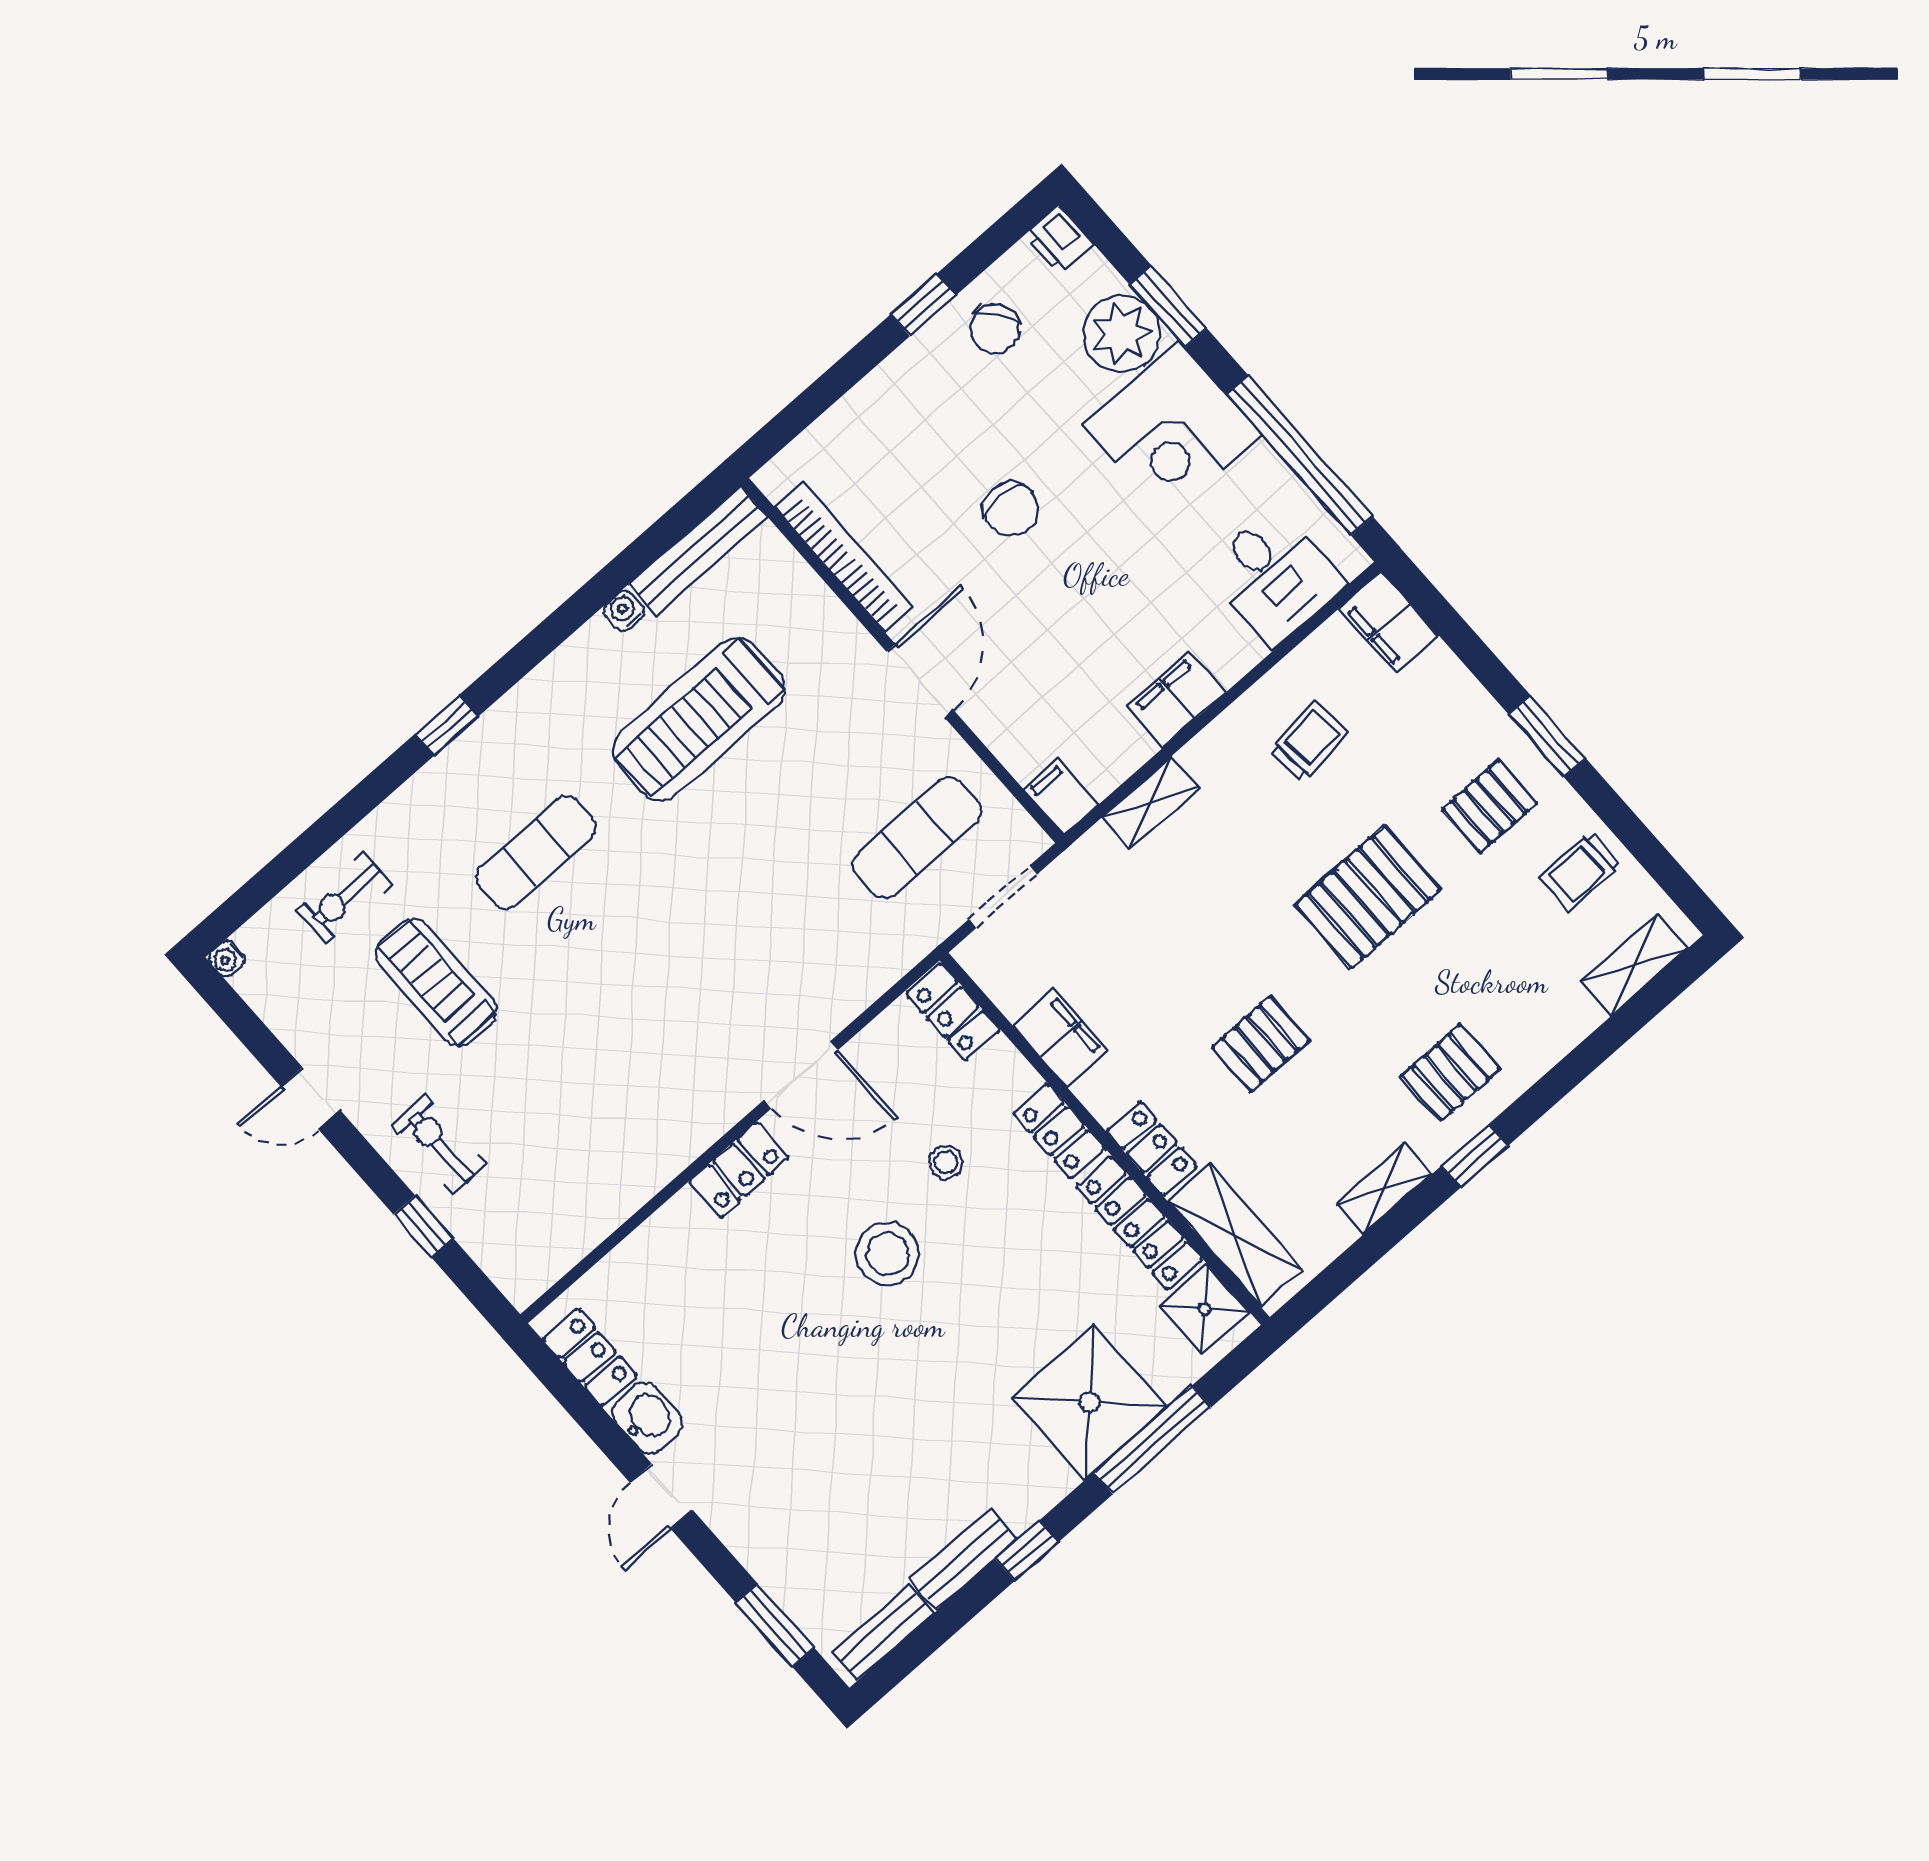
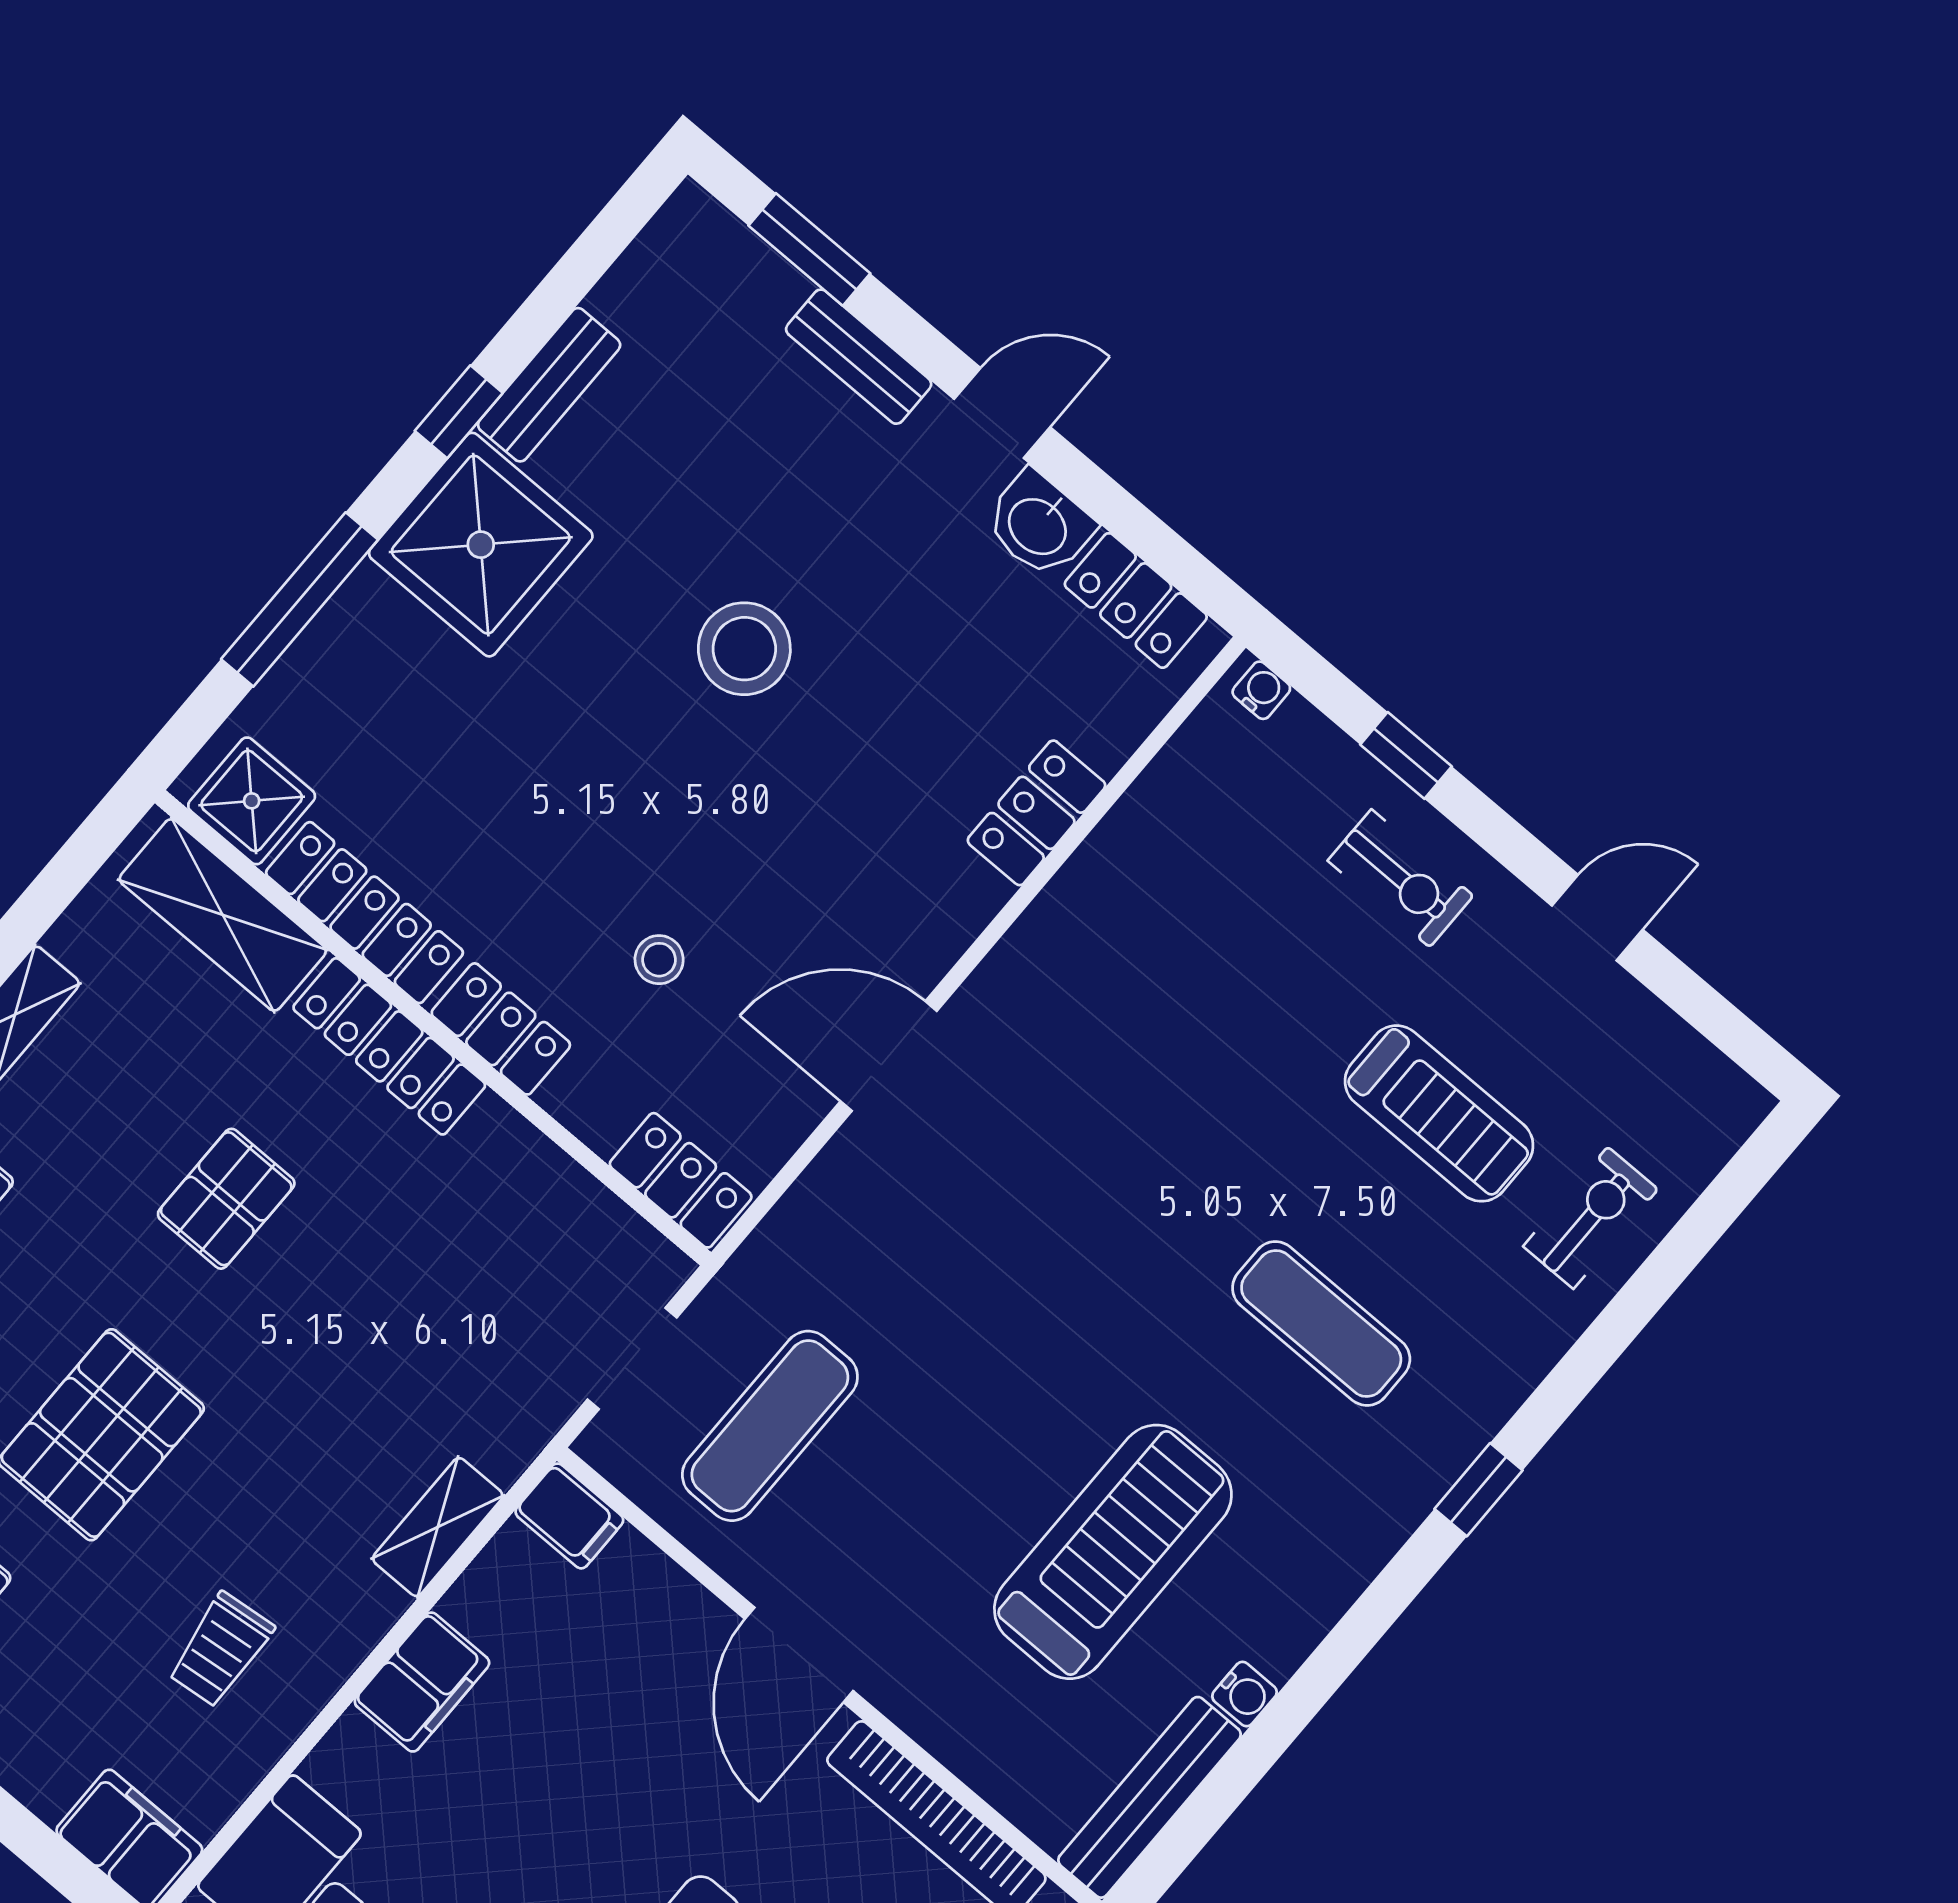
exercise mat: (536, 852) -> (1321, 1324), turned 90
water cooler: (227, 959) -> (1261, 690), moved
filing cabinet: (1060, 1038) -> (519, 1165), removed
locker: (1152, 1148) -> (389, 1046), width x1.53
locker: (739, 1170) -> (1036, 813), moved
stool: (888, 1254) -> (744, 649), moved
shower: (1090, 1402) -> (481, 545), moved
door: (661, 1496) -> (1002, 413), hinge flipped
bench: (883, 1632) -> (859, 357), moved, turned 90

